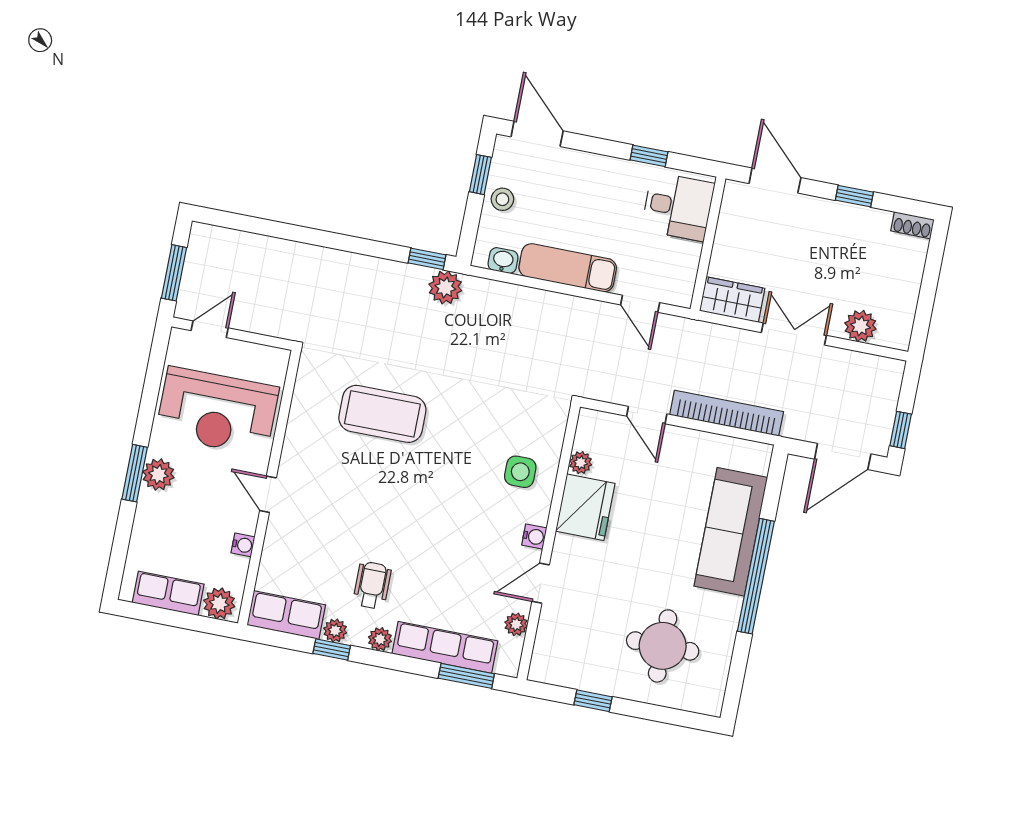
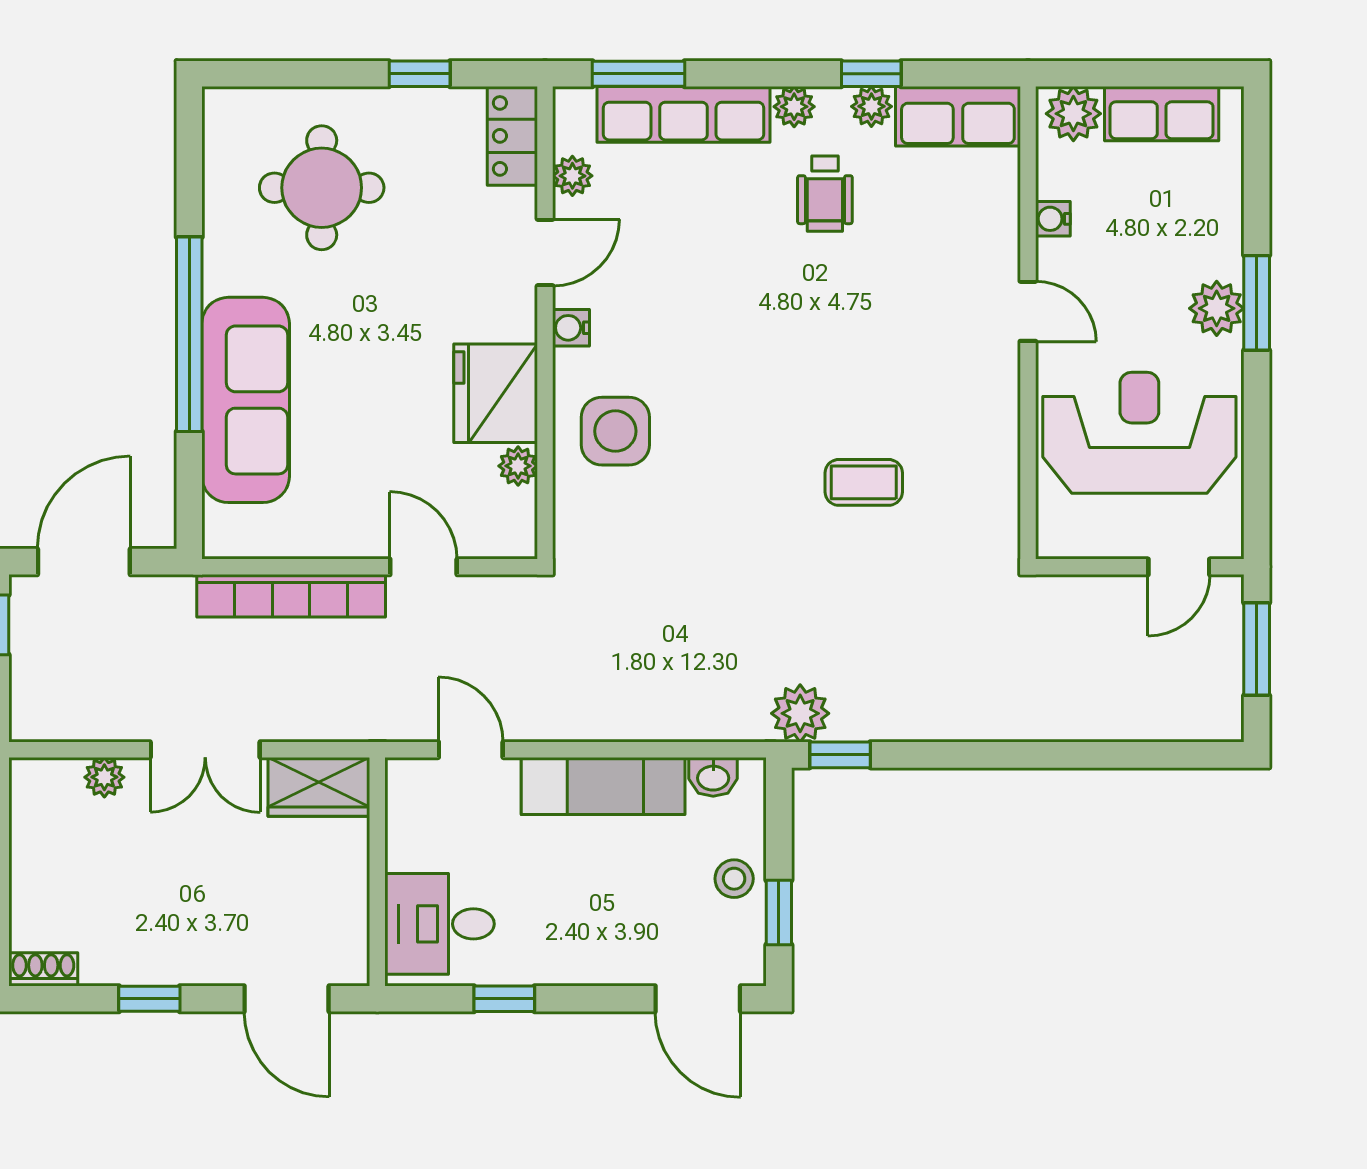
plant: (860, 326) -> (104, 777), width x0.73, depth x0.73
coffee table: (382, 414) -> (864, 482), width x0.54, depth x0.58
side table: (520, 472) -> (615, 431), width x1.37, depth x1.37
locker: (546, 654) -> (512, 136), added

